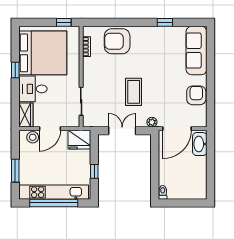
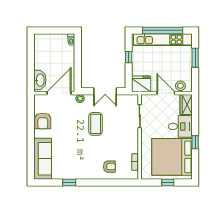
window: (64, 22) -> (168, 182), moved
armchair: (117, 41) -> (109, 167), width x0.53, depth x0.53
door: (50, 129) -> (166, 93), hinge flipped

